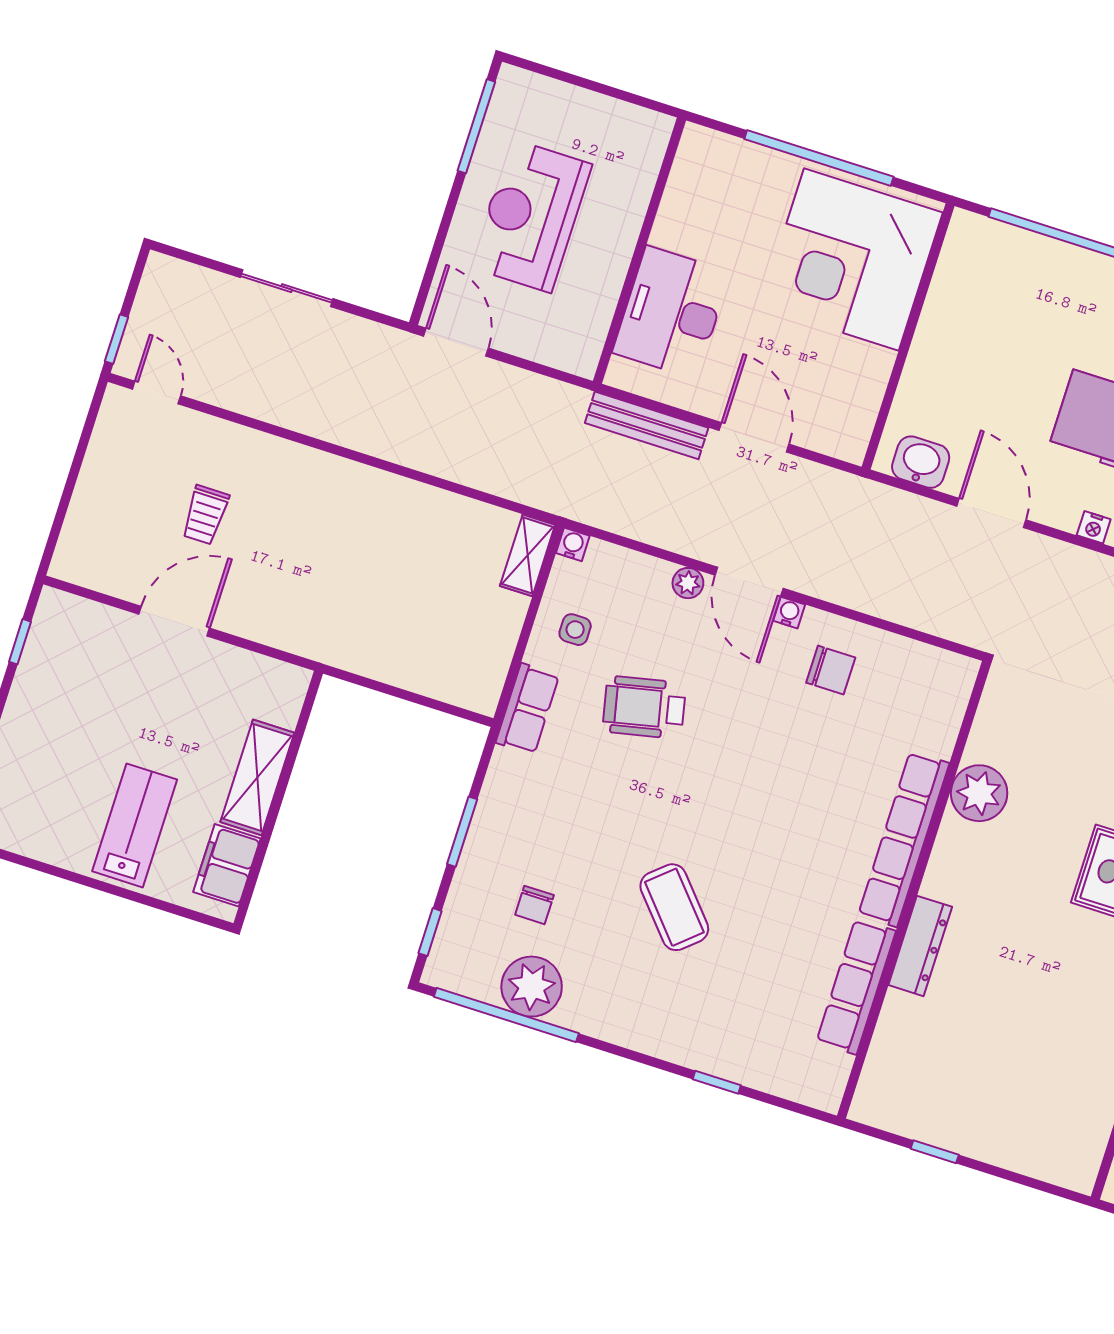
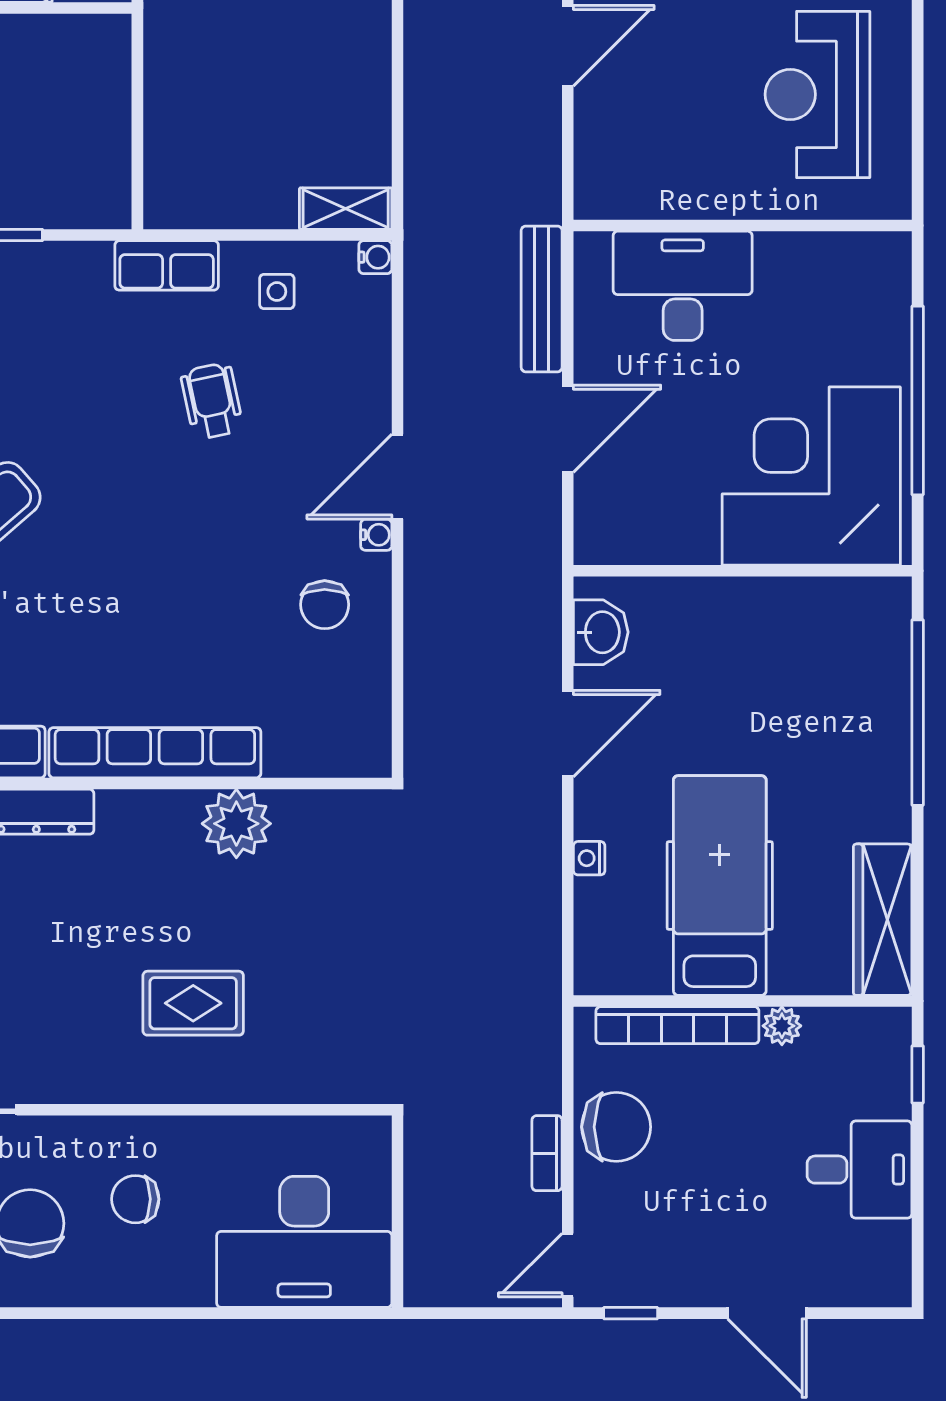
reception desk: (531, 216) -> (818, 94), moved, turned -90
plant: (688, 583) -> (373, 406), removed
wheelchair: (644, 707) -> (212, 401), width x0.73, depth x0.73

